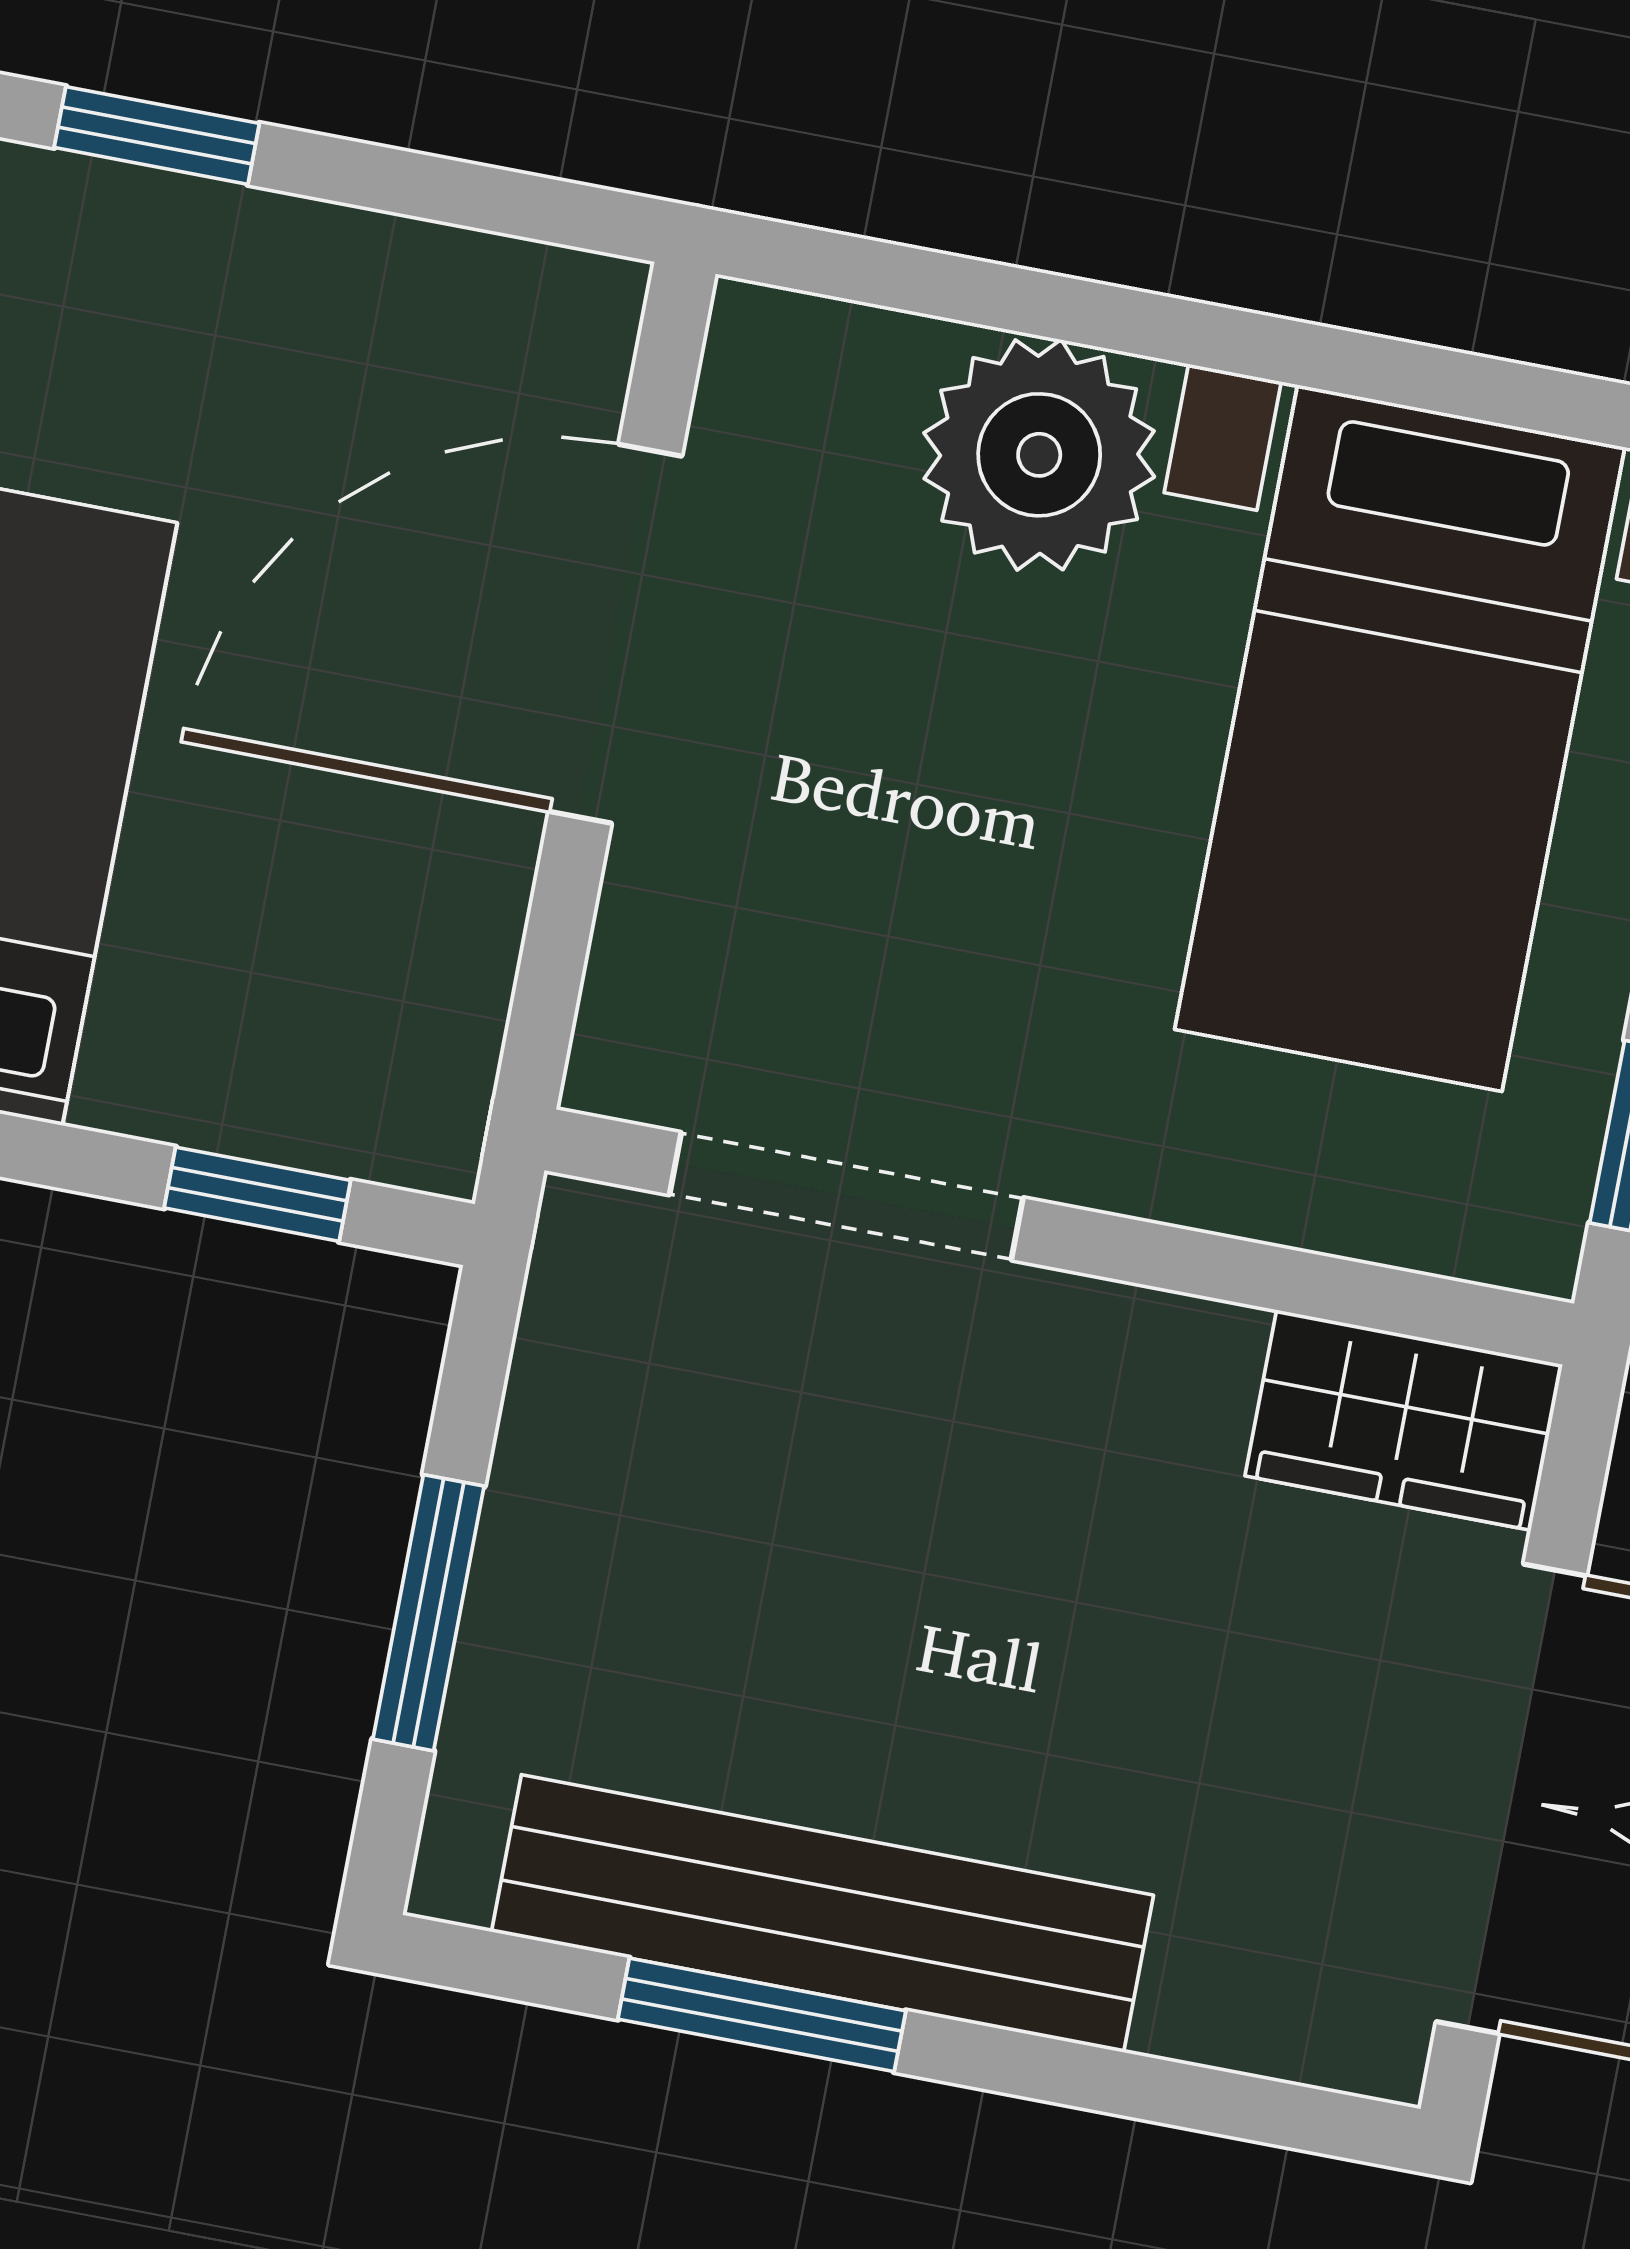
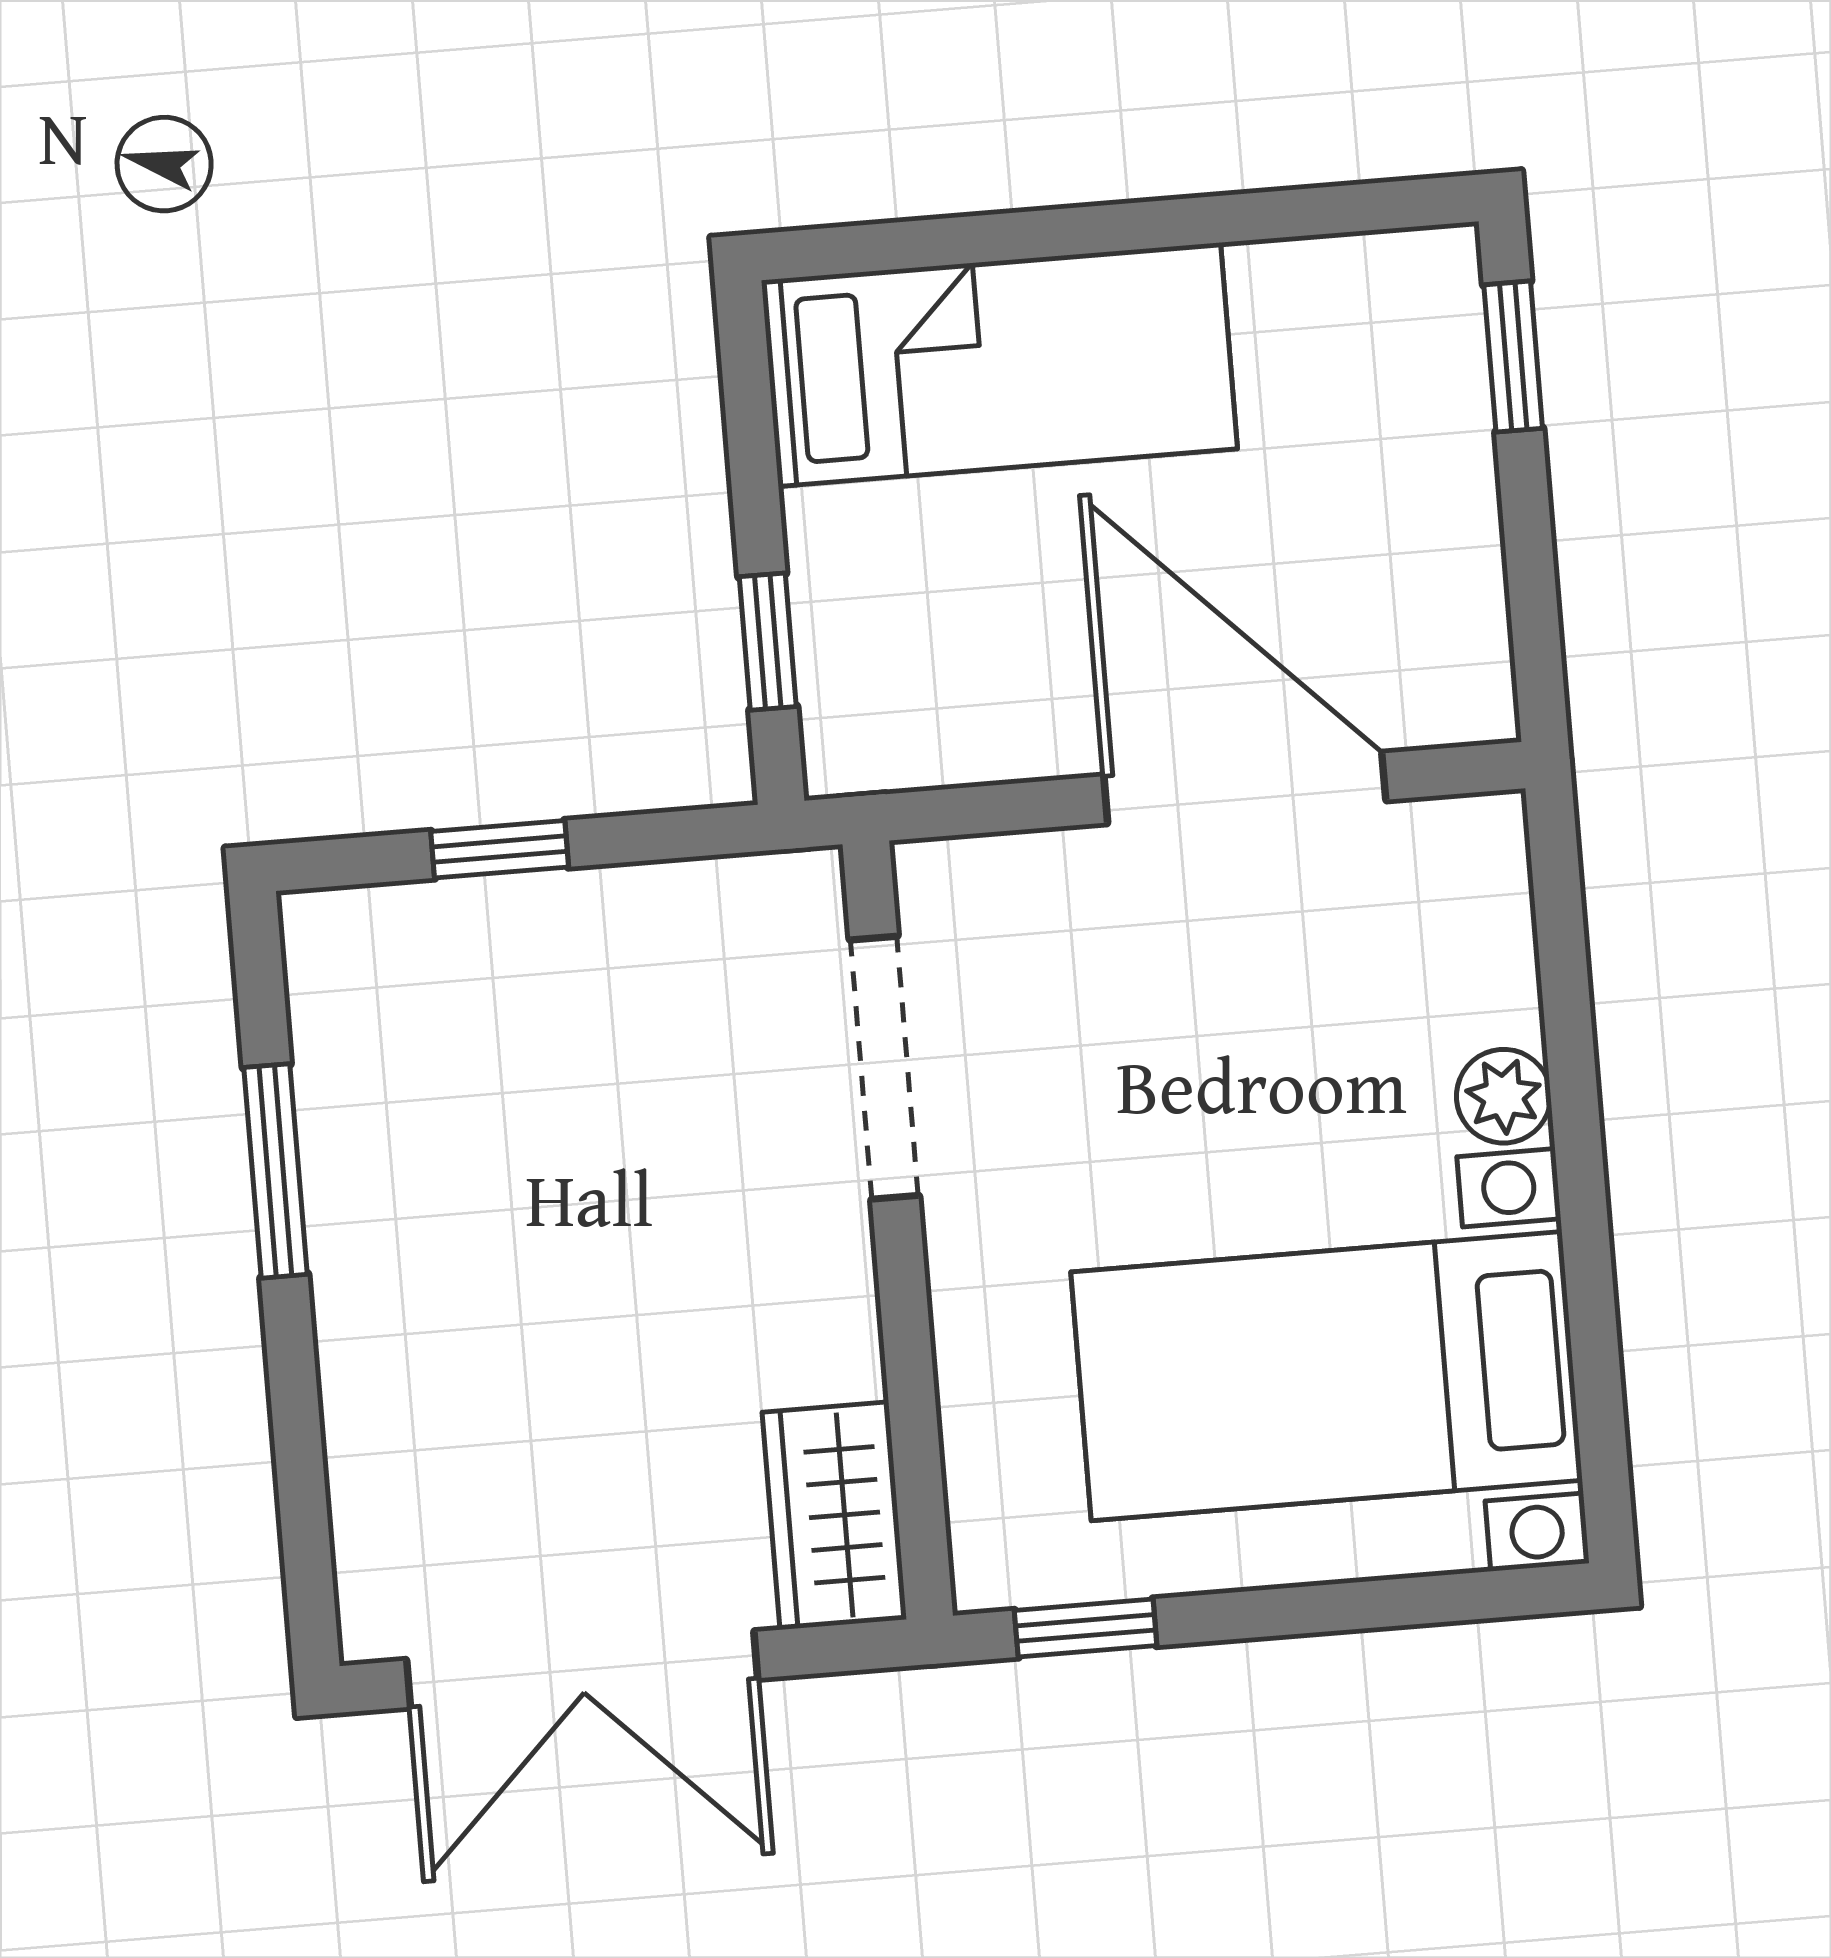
plant: (1039, 455) -> (1504, 1096), width x0.53, depth x0.53
window: (428, 1613) -> (500, 849), width x0.67
bench: (822, 1914) -> (361, 1194), removed

